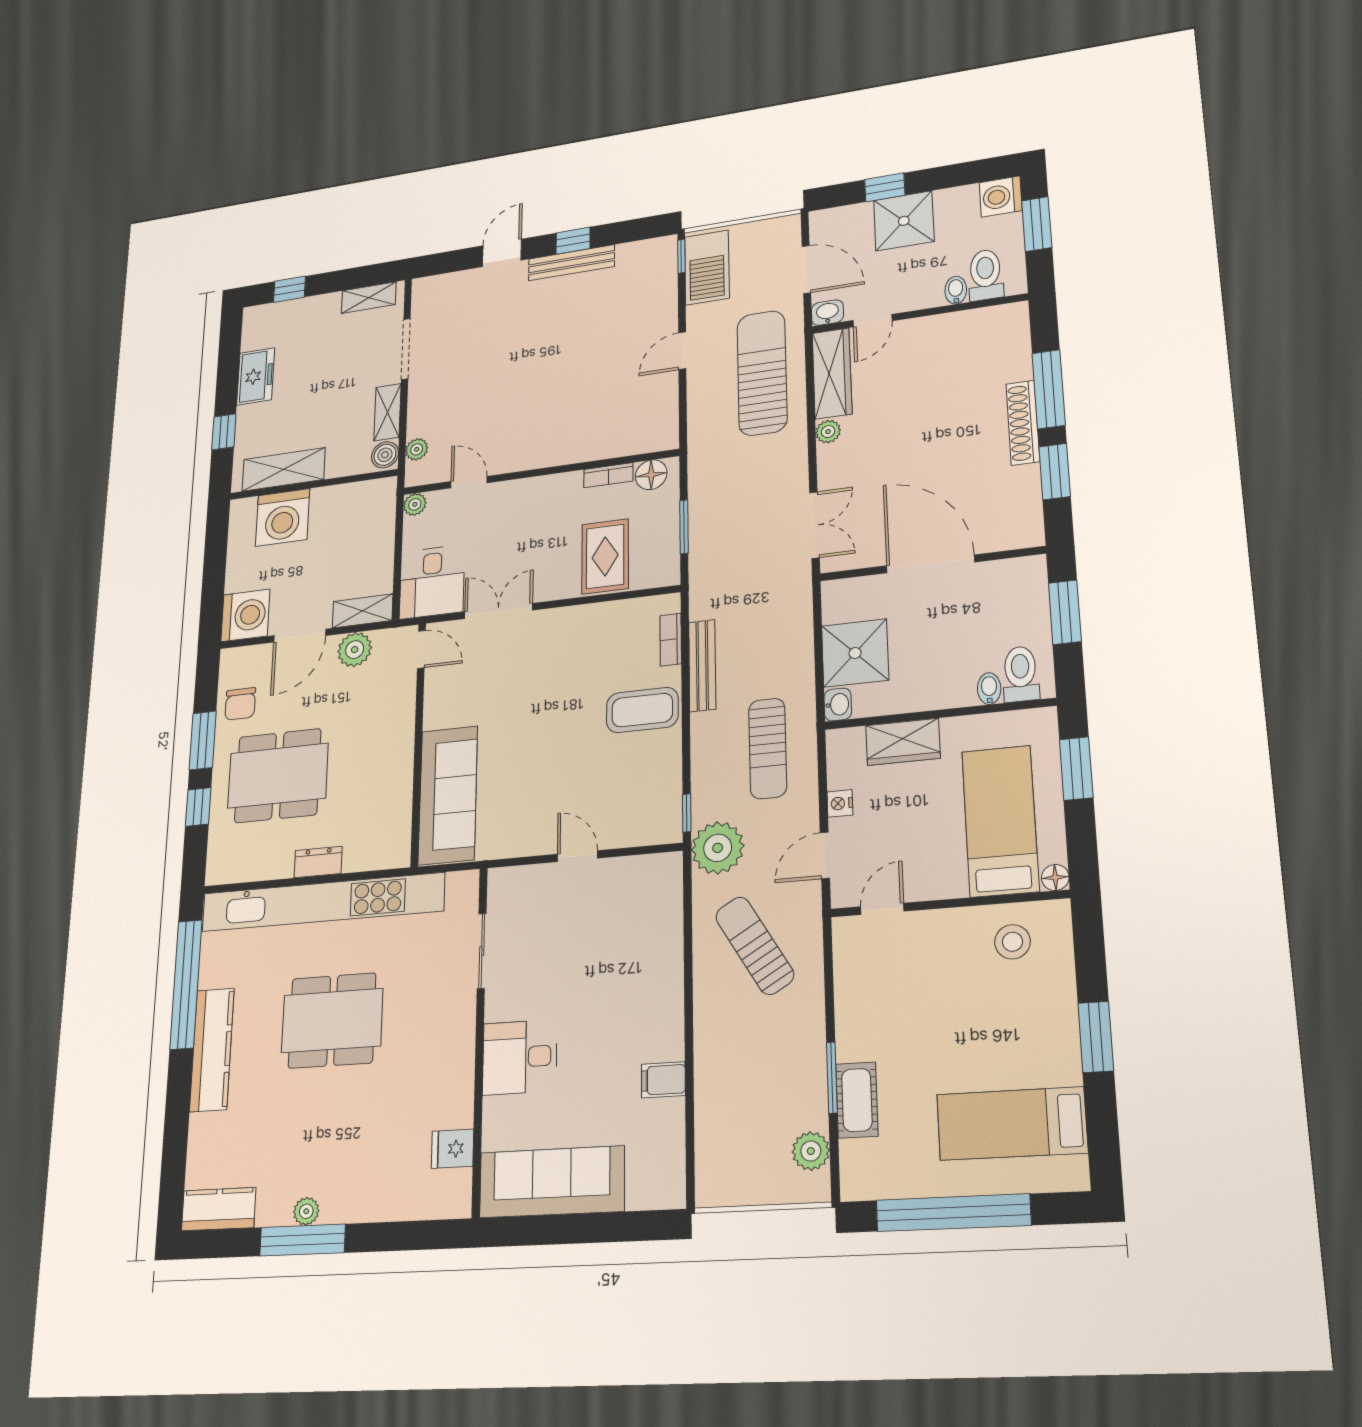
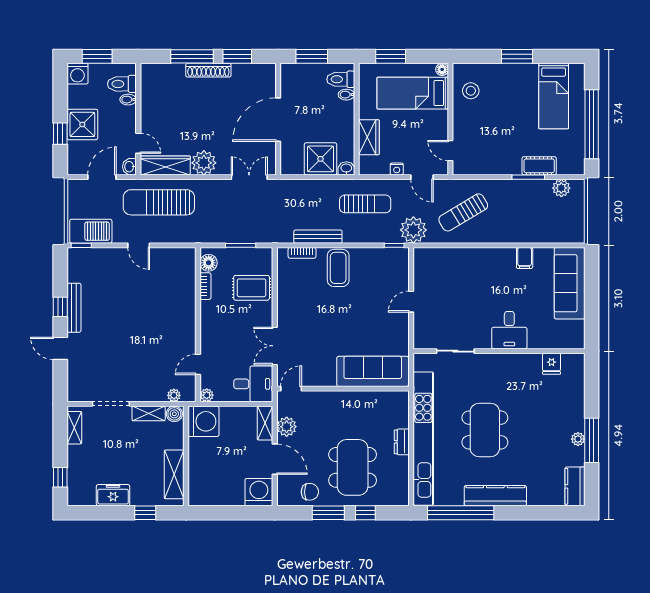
plant: (828, 432) -> (204, 163), width x1.87, depth x1.87
washing machine: (282, 518) -> (203, 421), moved
sofa: (552, 1182) -> (570, 283), moved

